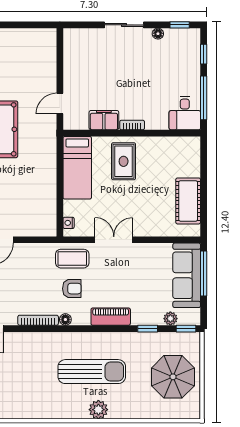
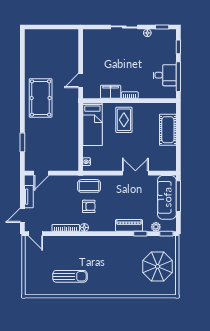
desk: (185, 113) -> (165, 75), moved, turned -90
cot: (188, 201) -> (168, 130), moved
double door: (114, 240) -> (135, 173), moved
piano: (111, 317) -> (129, 225), moved
sun lounger: (92, 372) -> (70, 276), moved, width x0.73, depth x0.75
plant: (98, 410) -> (107, 289), removed

